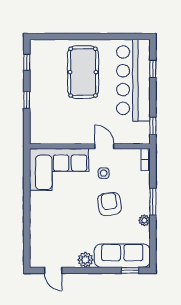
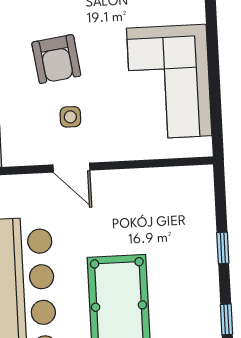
corner sofa: (59, 170) -> (169, 82), moved, turned -90

